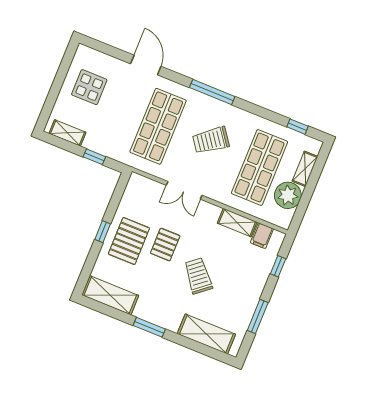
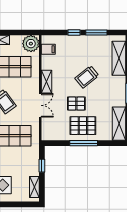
plant: (288, 195) -> (31, 44), moved
shelving: (237, 223) -> (47, 82), moved
window: (103, 232) -> (84, 143), width x2.17
window: (278, 266) -> (74, 33), moved

